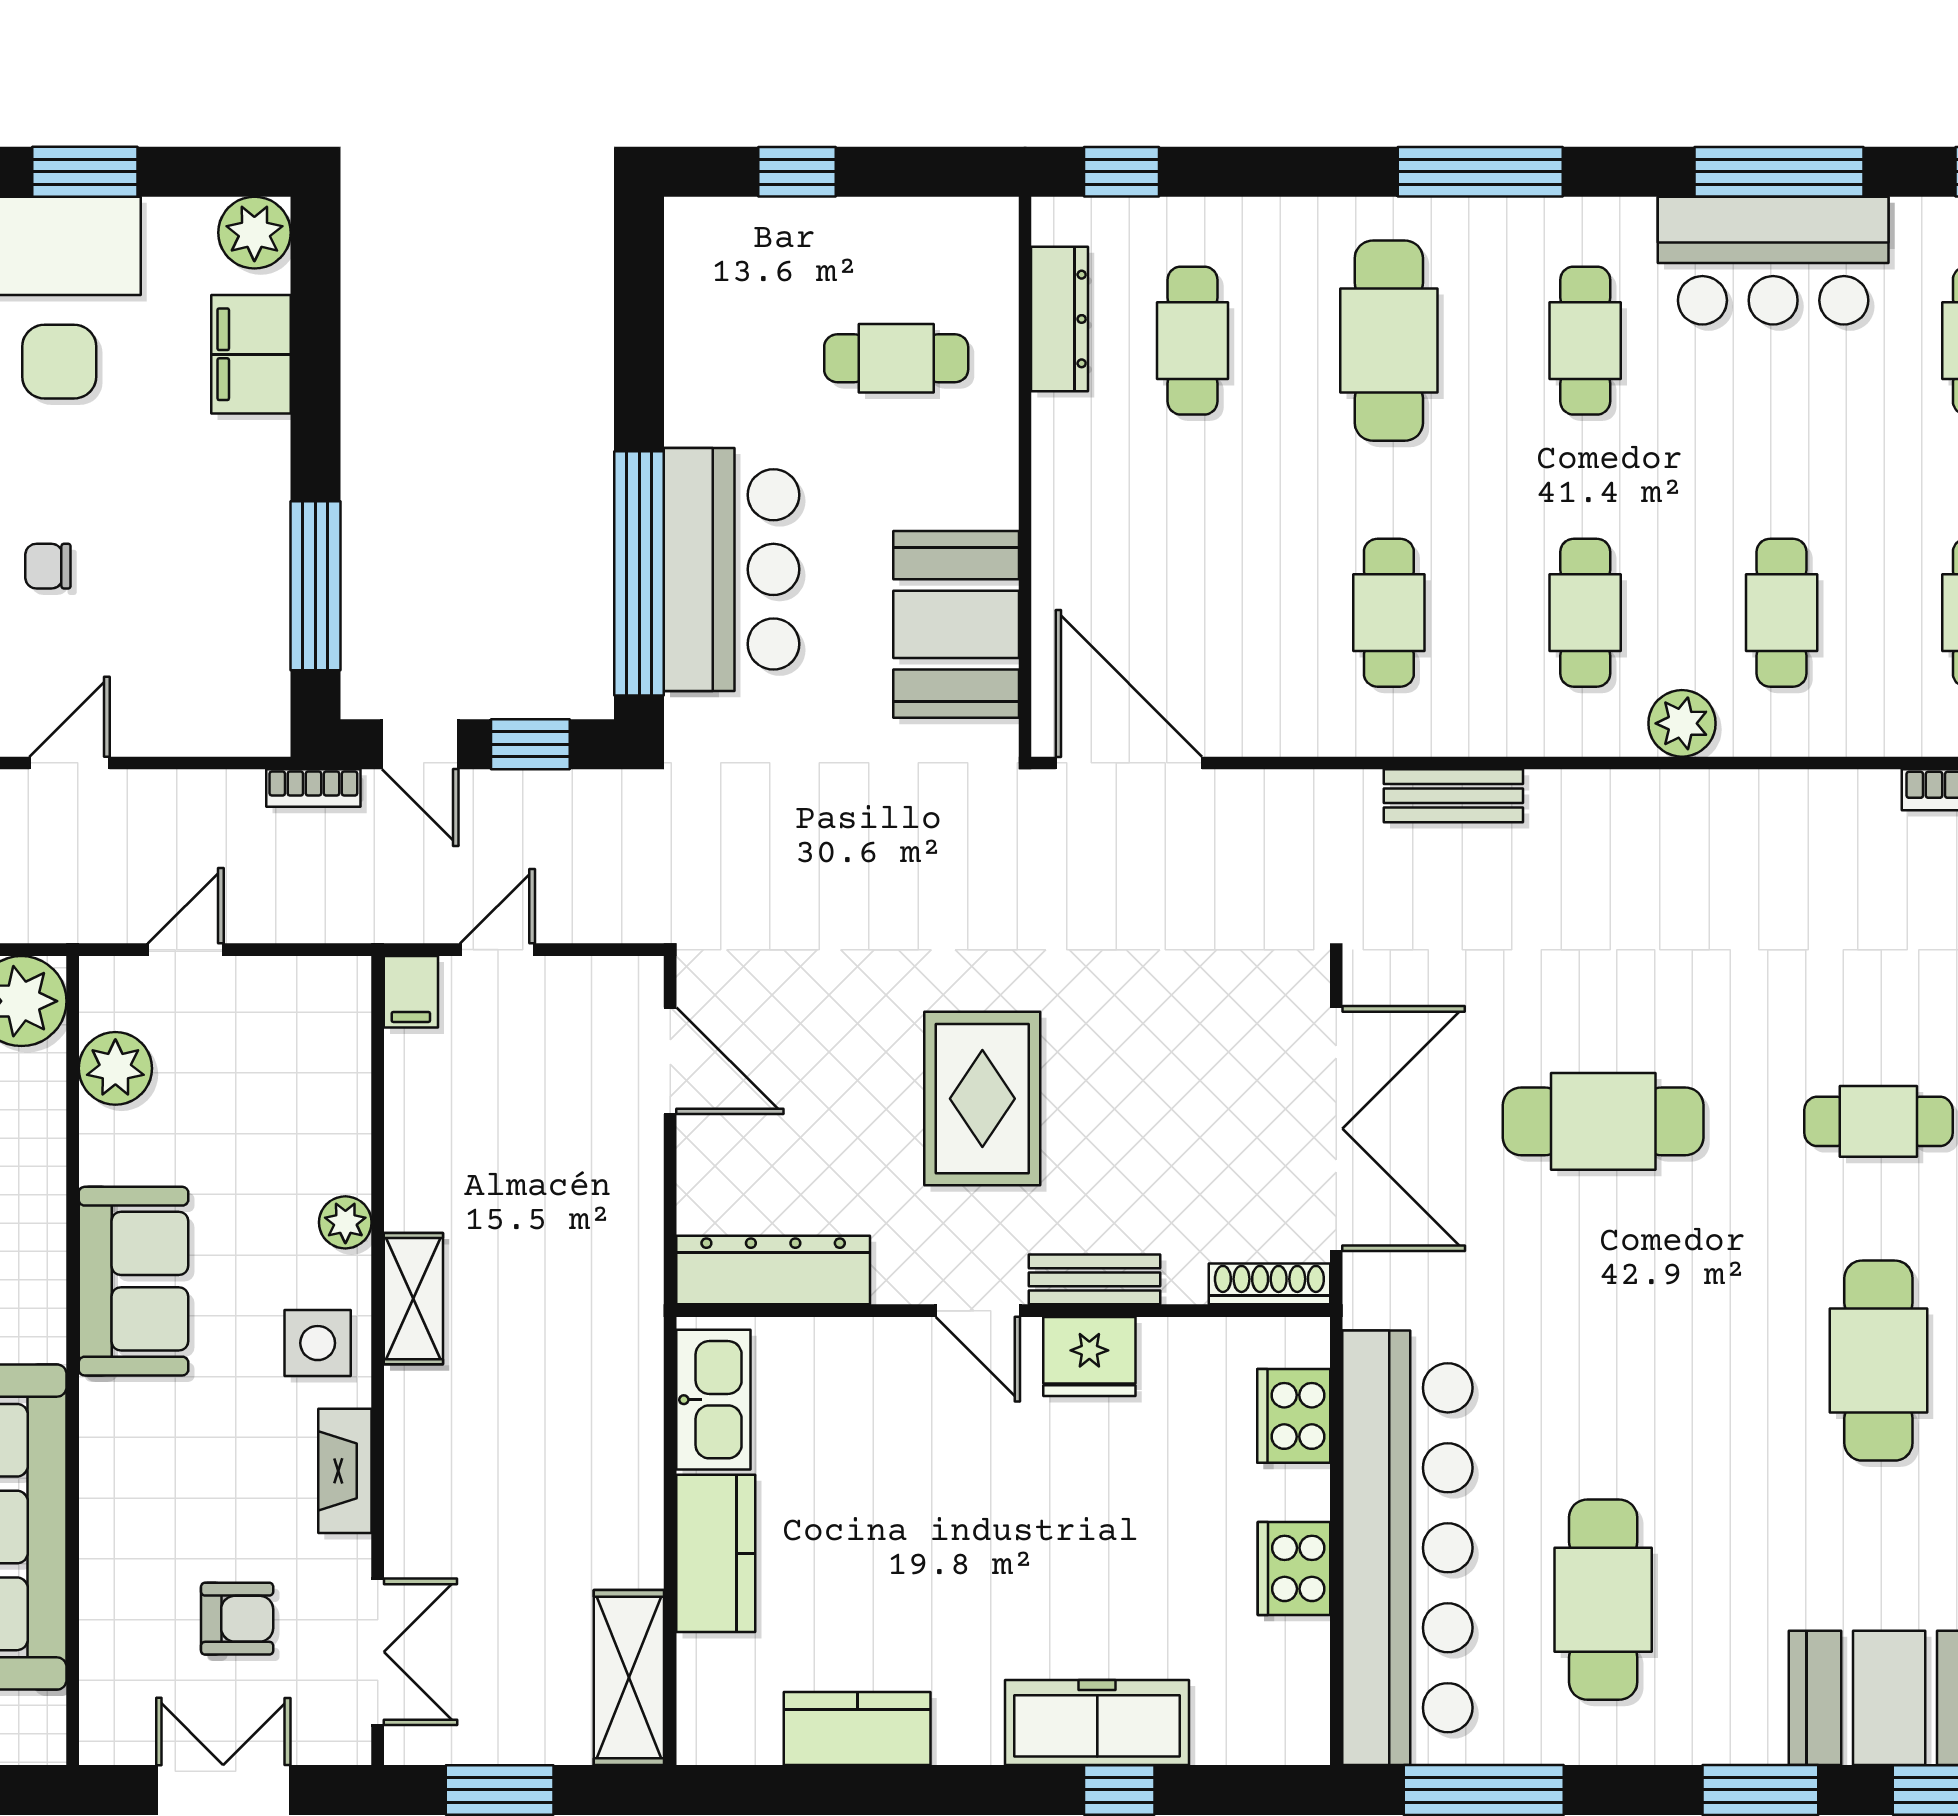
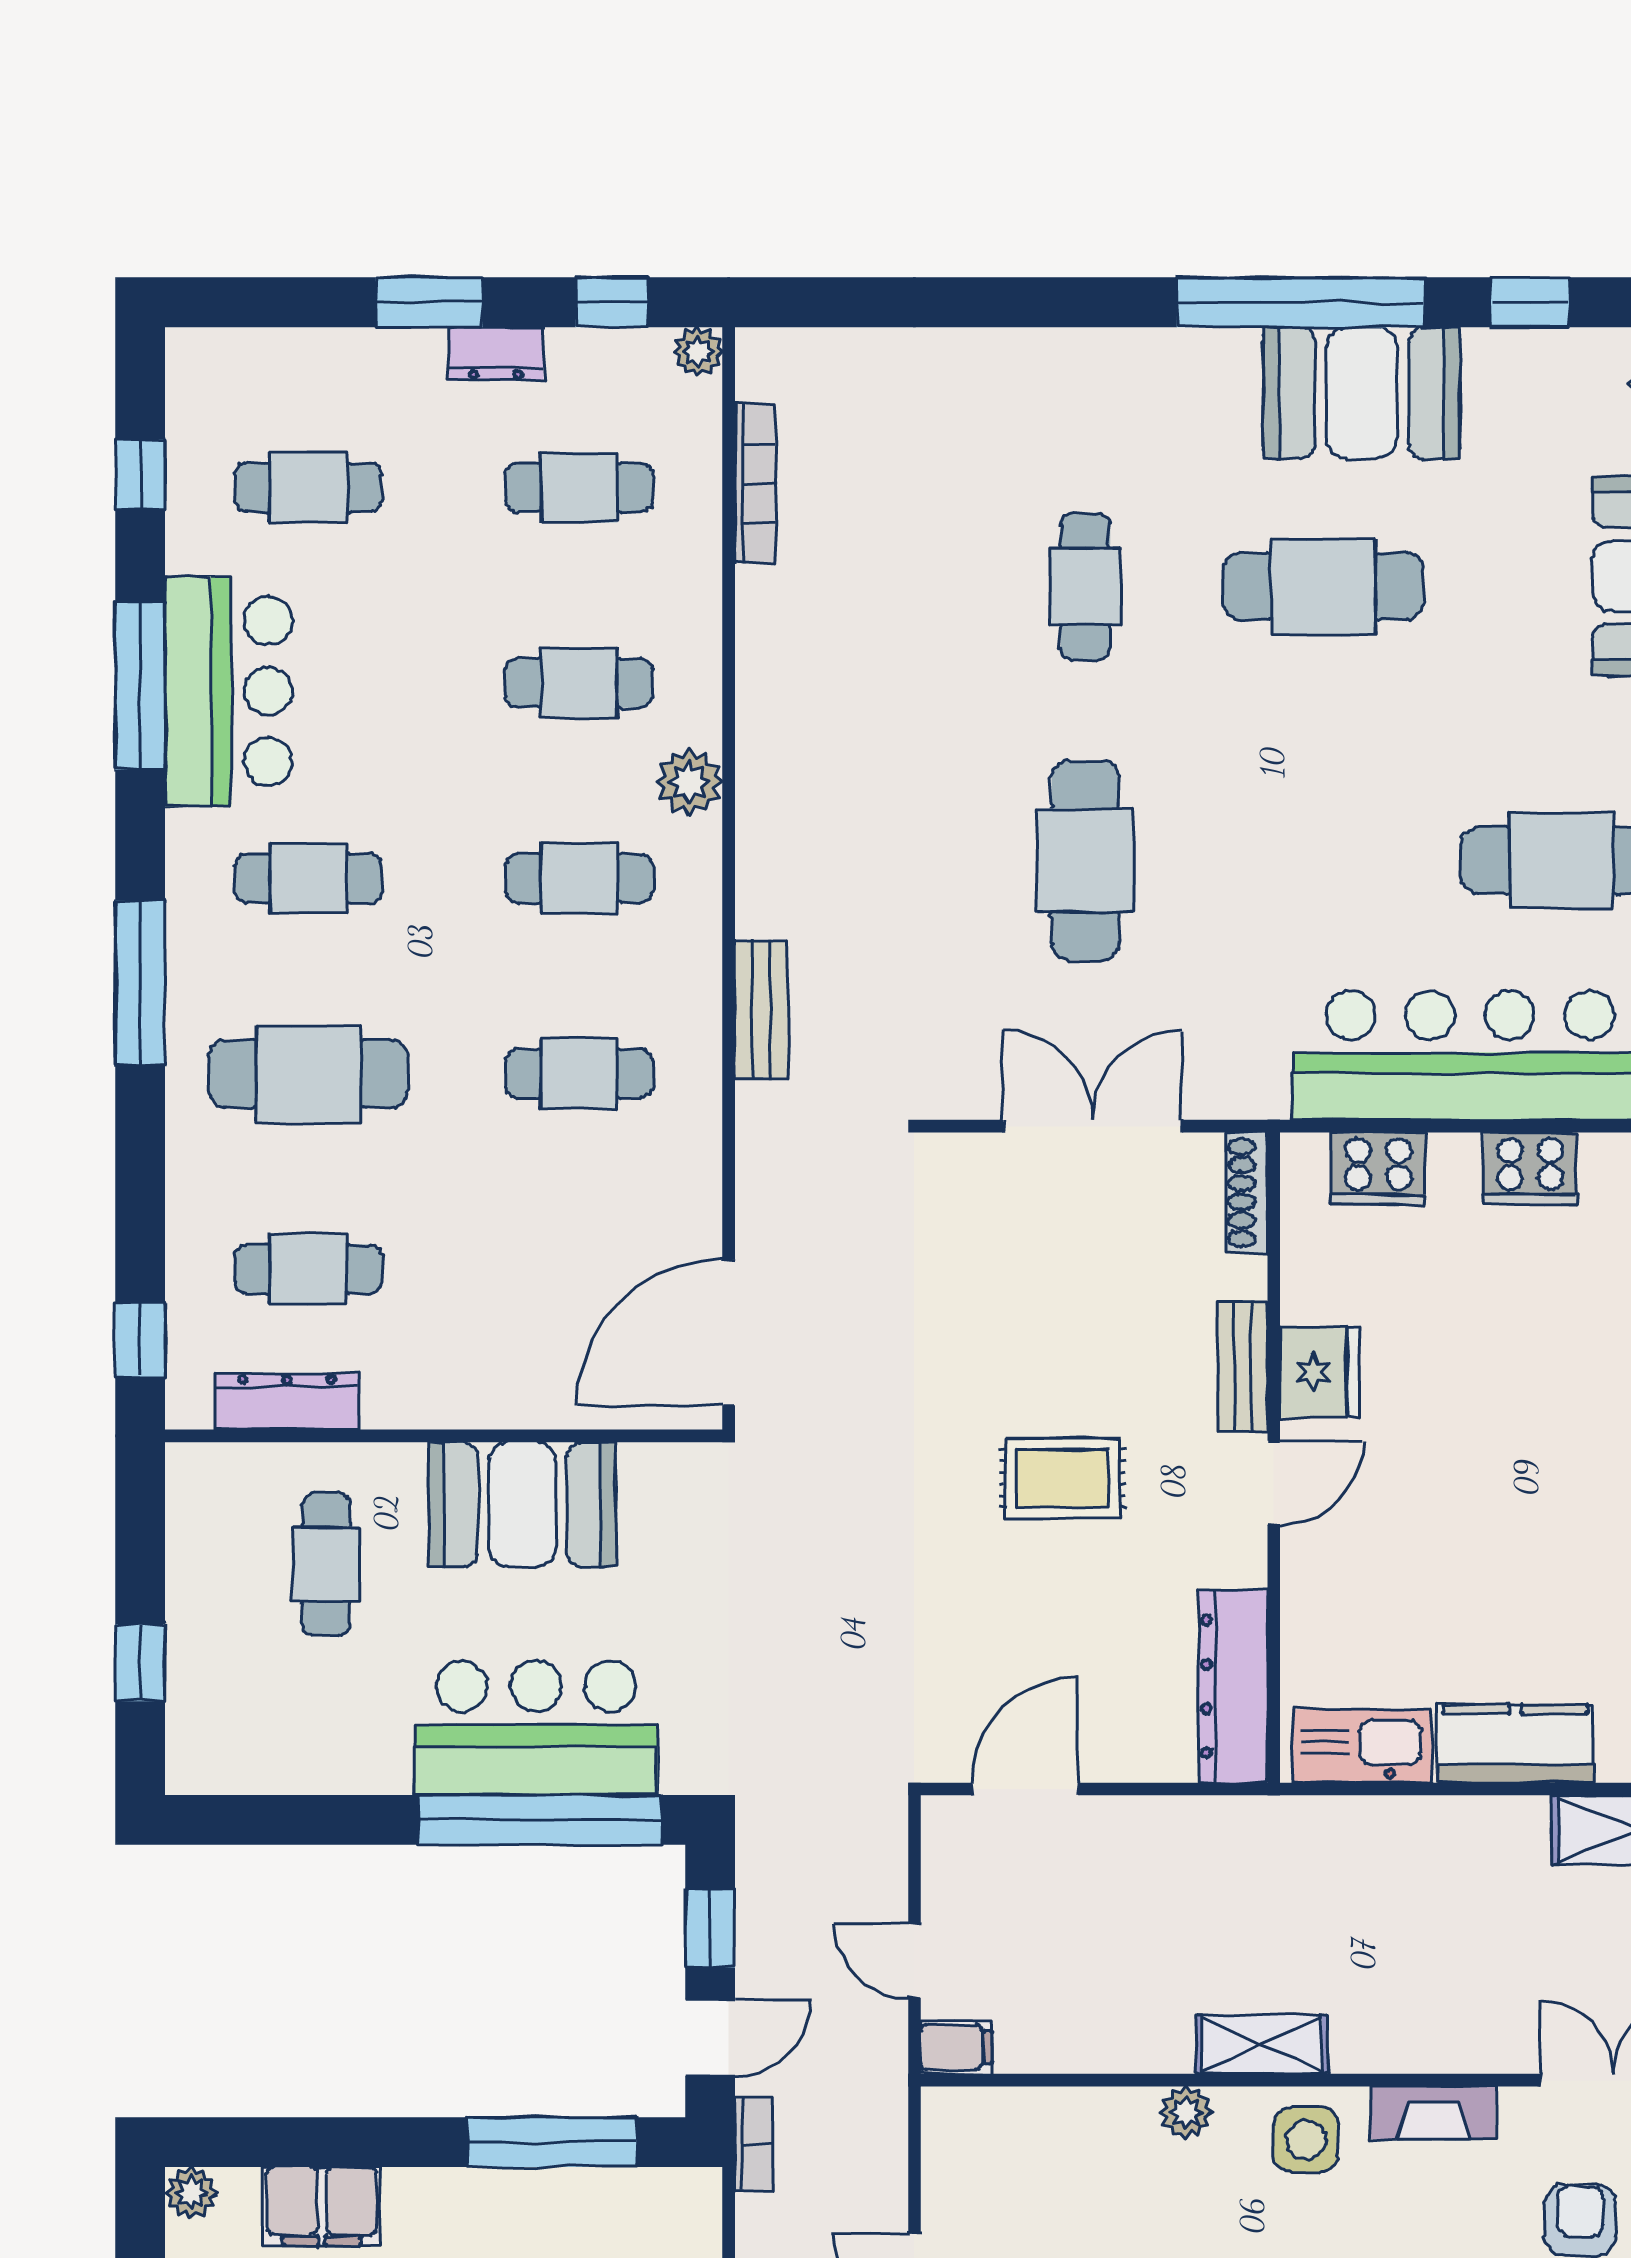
plant: (254, 233) -> (191, 2193), width x0.73, depth x0.73
booth: (956, 624) -> (522, 1505), moved
rug: (982, 1099) -> (1063, 1478), width x0.73, depth x0.70
double door: (1336, 1129) -> (1093, 1126), width x0.73

